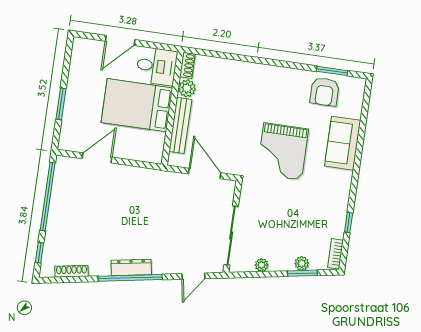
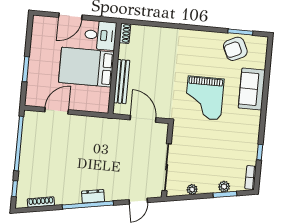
plant: (187, 88) -> (125, 52), removed
armchair: (325, 92) -> (235, 49), turned 65
dresser: (131, 267) -> (93, 196), width x0.70

